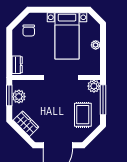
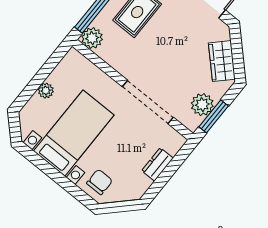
chair: (29, 30) -> (100, 182), moved
dresser: (17, 65) -> (157, 164), moved
doorway: (61, 78) -> (148, 102), moved

